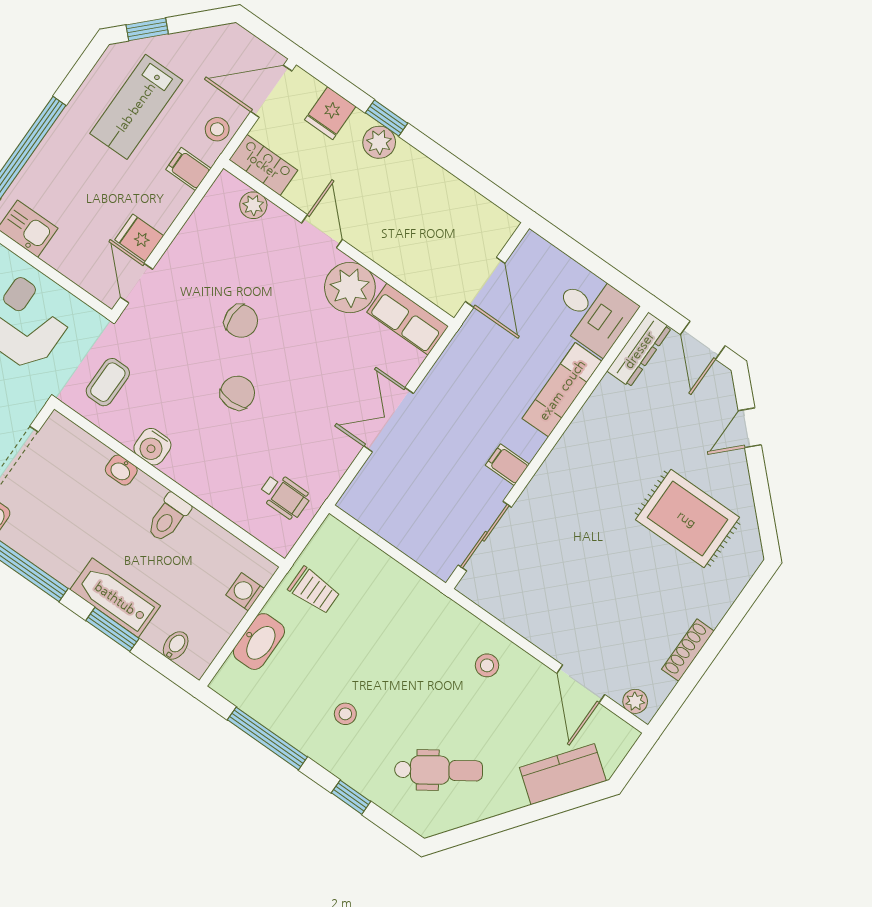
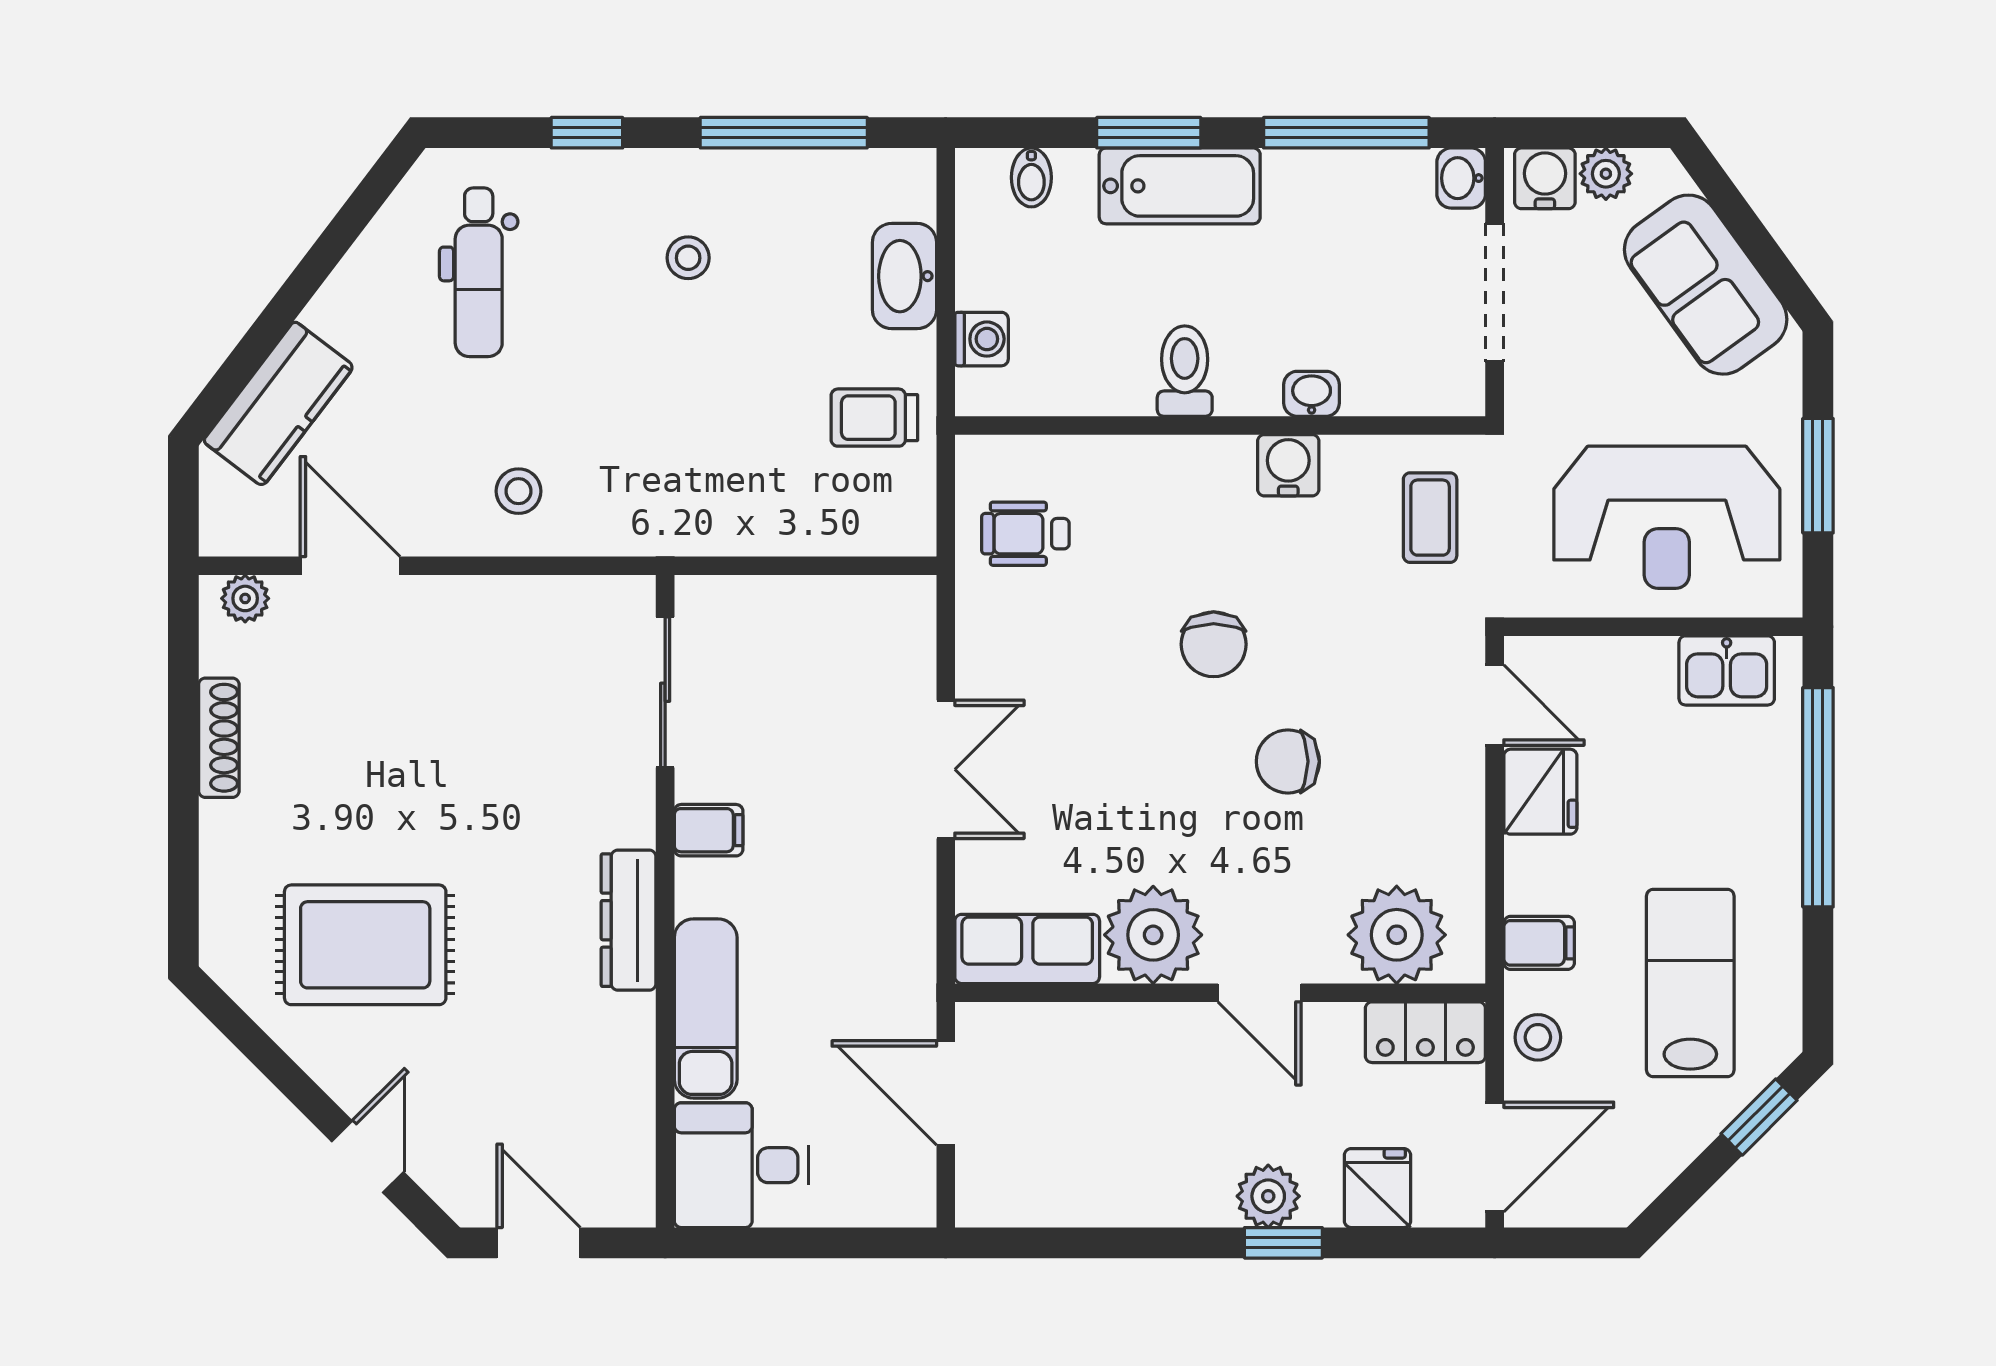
plant: (253, 205) -> (1397, 935), width x1.87, depth x1.87
fridge: (139, 238) -> (1540, 792), width x1.38
dresser: (639, 350) -> (629, 920), moved
dental chair: (439, 770) -> (479, 272), turned -56

